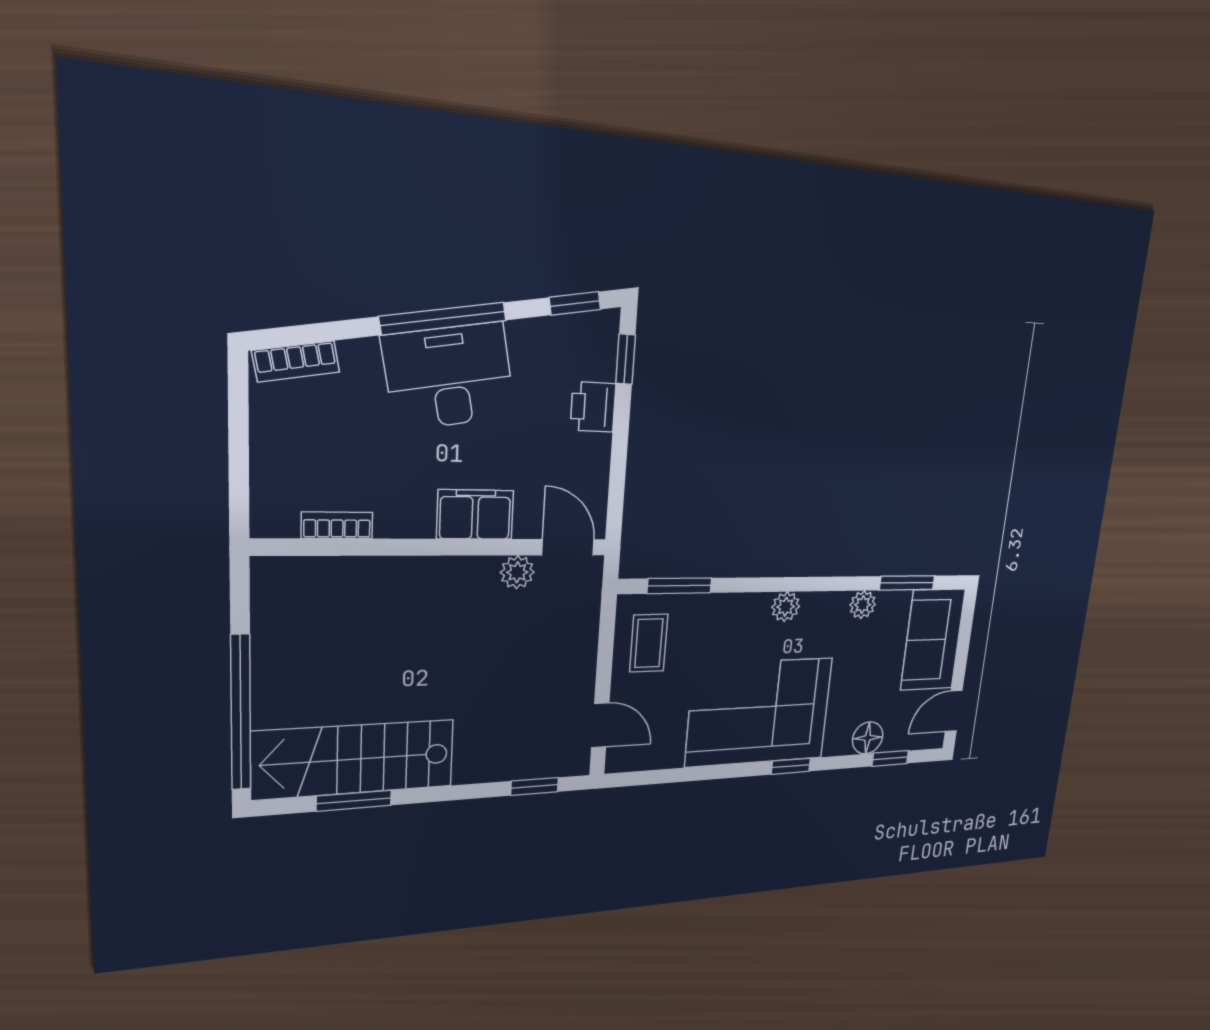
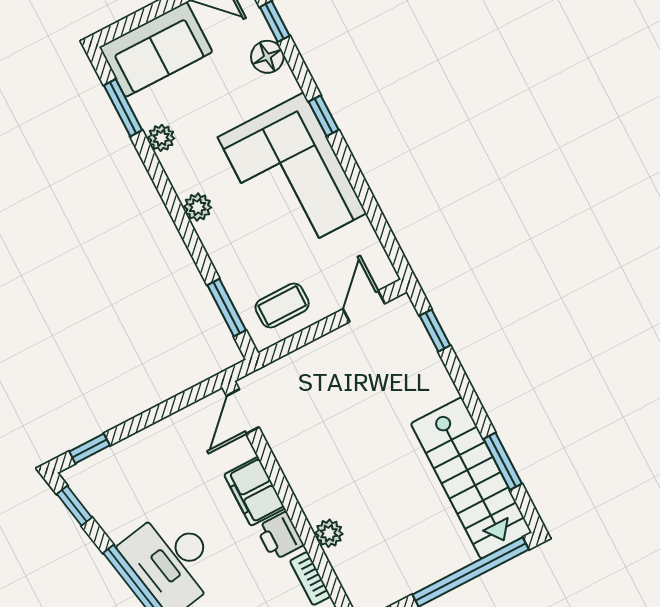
printer: (593, 407) -> (280, 536), moved, turned 90
plant: (517, 572) -> (329, 533), moved

